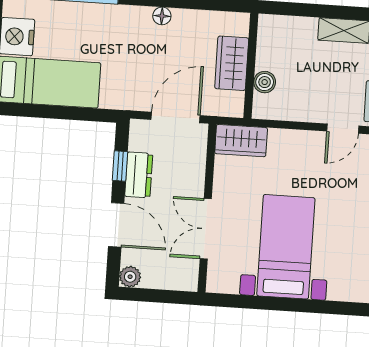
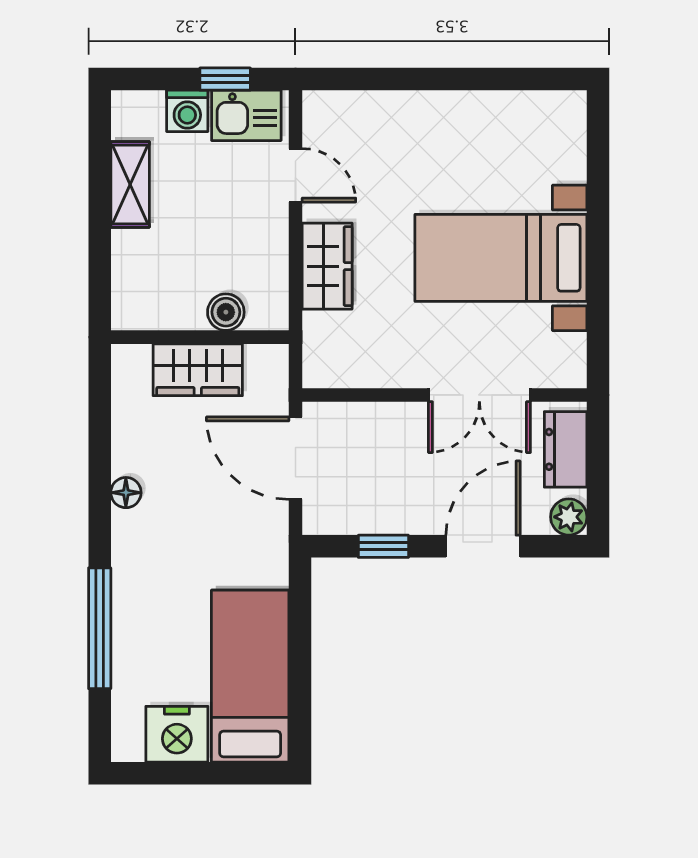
wardrobe: (241, 141) -> (327, 266), moved
dresser: (139, 175) -> (566, 449), moved, turned -90

